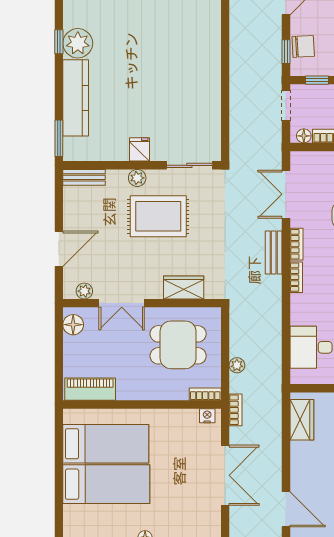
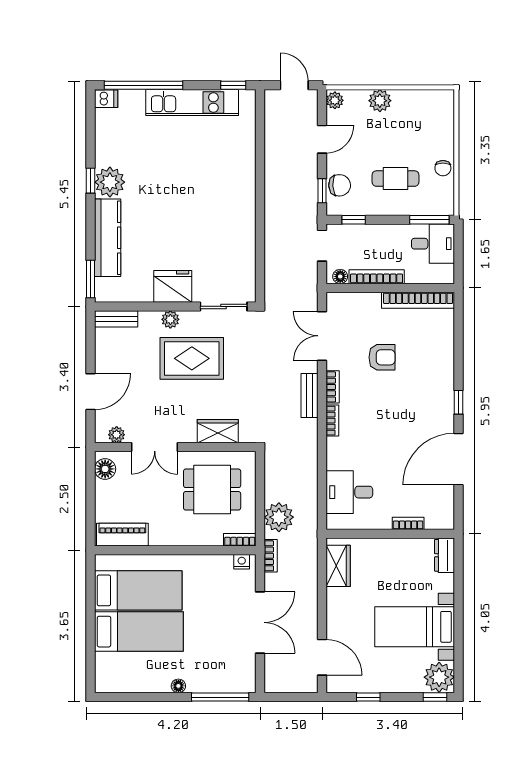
fridge: (140, 149) -> (173, 286), width x1.88, depth x1.34
plant: (237, 365) -> (279, 517), width x1.88, depth x1.88

